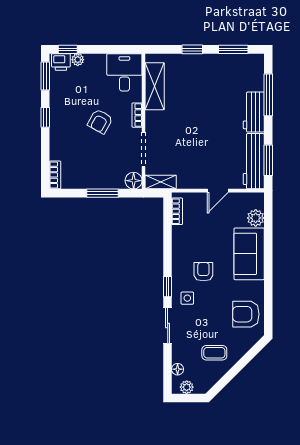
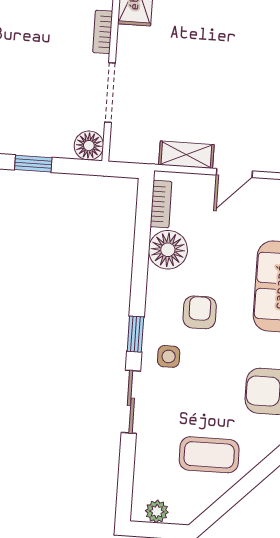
armchair: (100, 121) -> (38, 38), removed
shelving: (161, 182) -> (186, 155), moved
window: (102, 193) -> (33, 164), width x0.67
coffee table: (214, 353) -> (209, 455), width x1.36, depth x1.30
floor lamp: (178, 369) -> (168, 250), moved, width x1.89, depth x1.89

